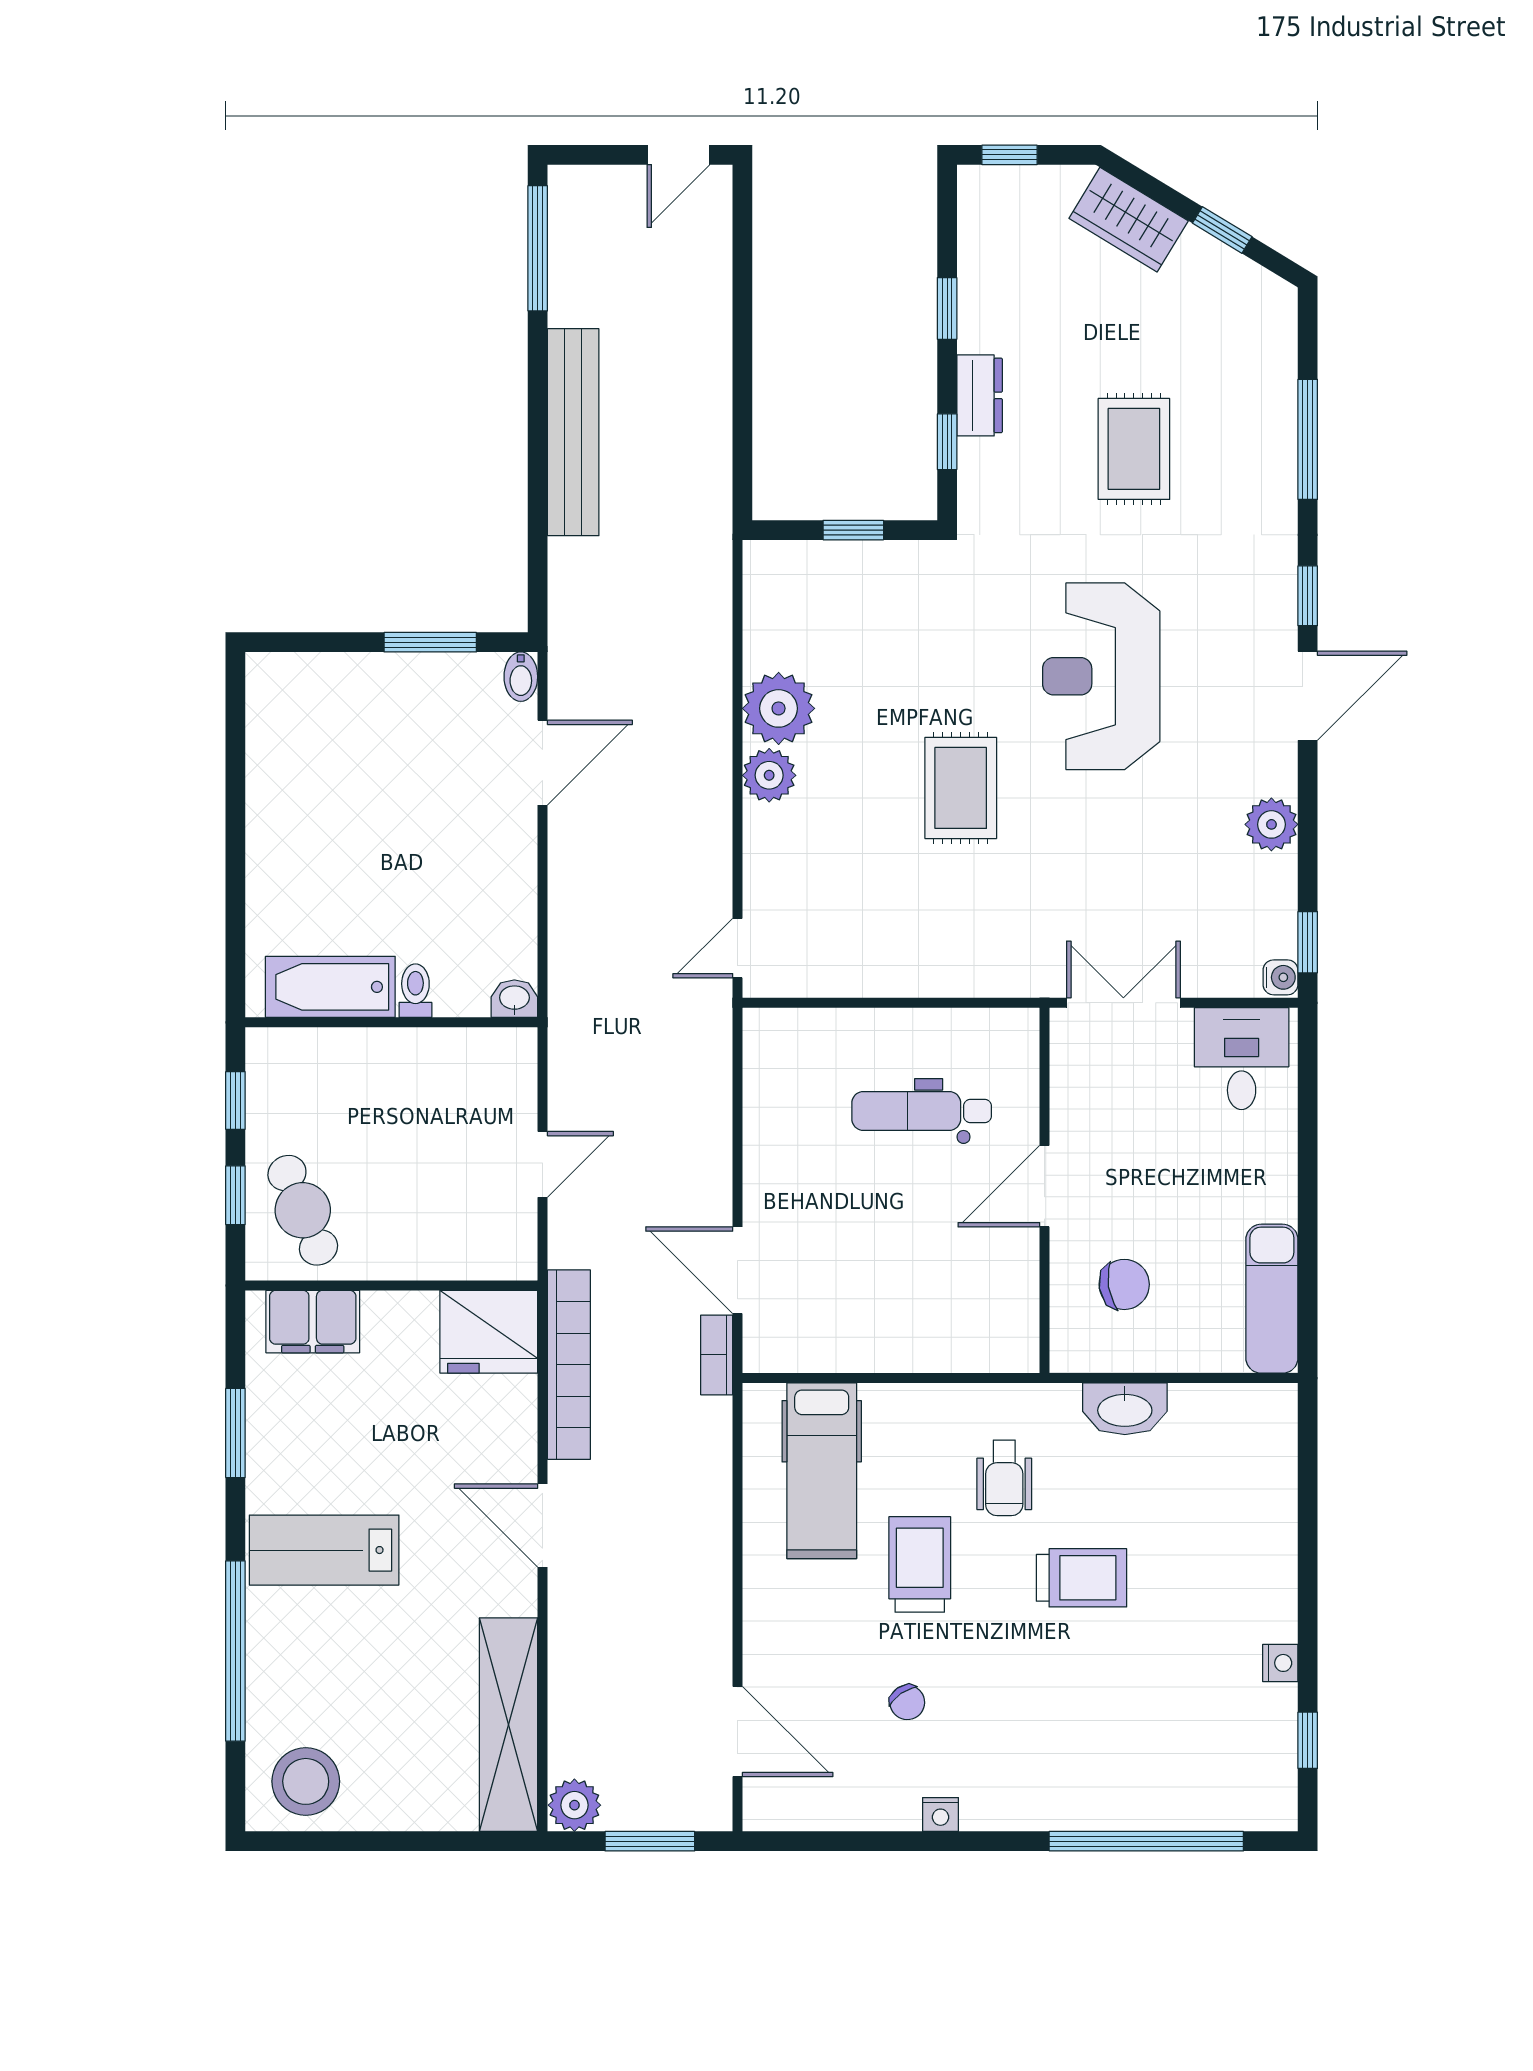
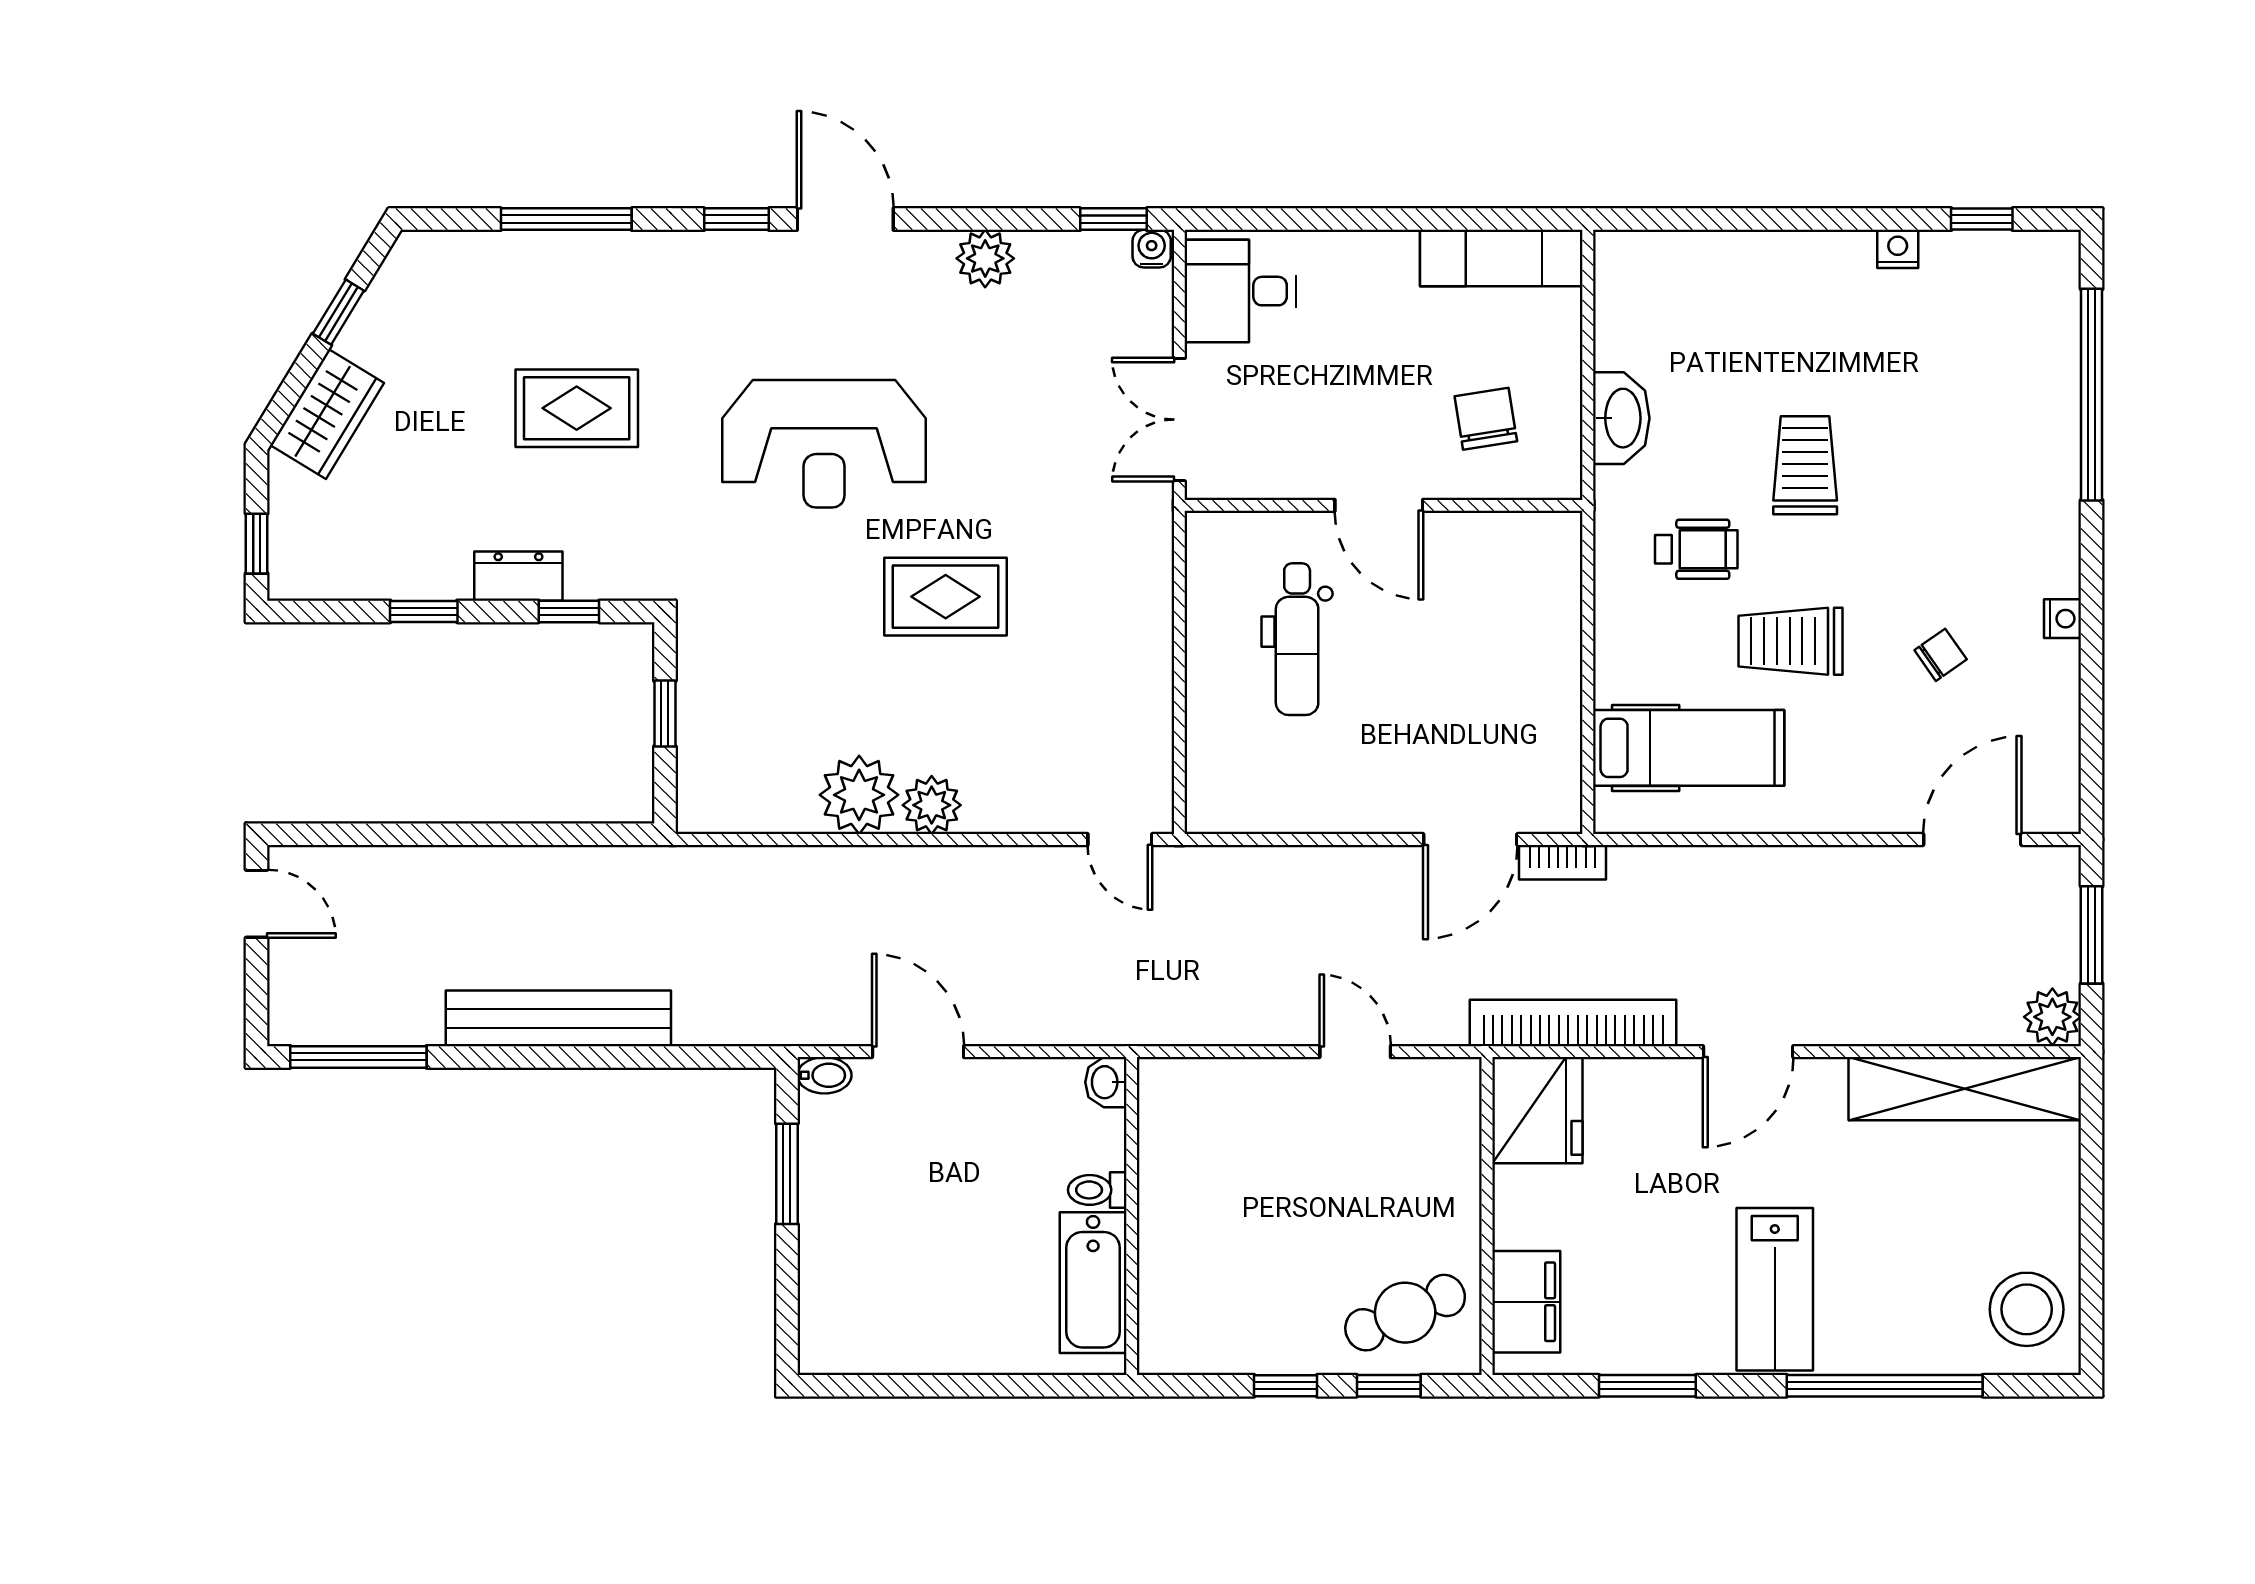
bathtub: (330, 987) -> (1093, 1283), moved
toilet: (415, 991) -> (1097, 1190), moved
washbasin: (514, 999) -> (1106, 1082), moved
wall: (391, 1022) -> (1132, 1216), moved

